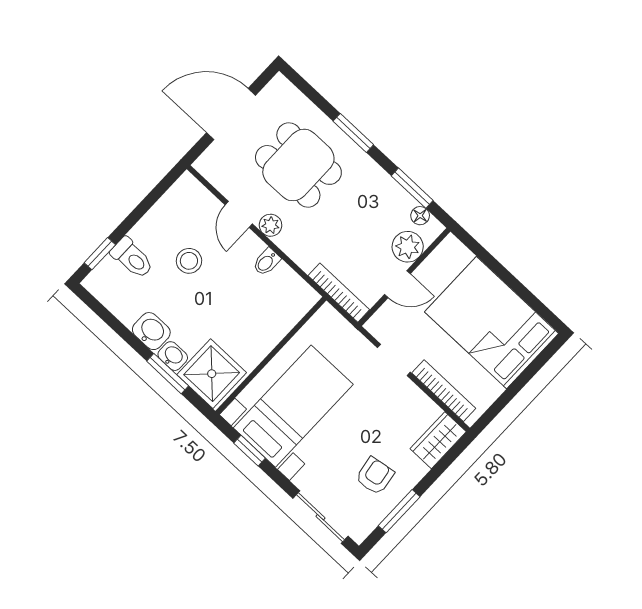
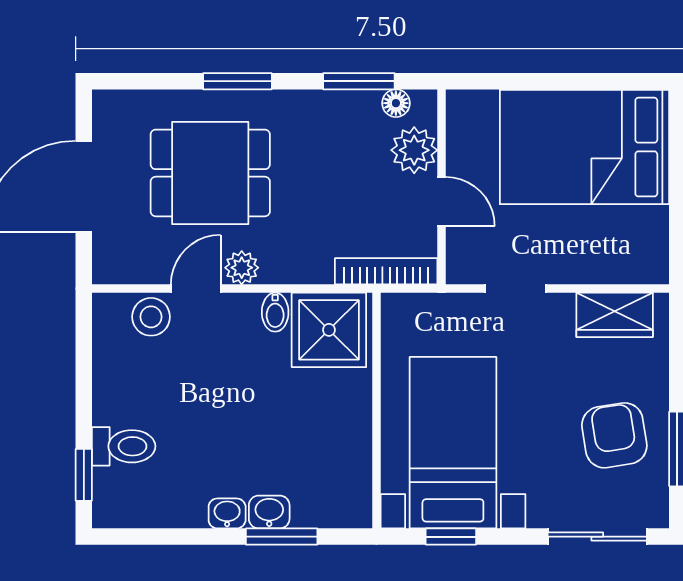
door: (239, 214) -> (196, 289), swing flipped
stool: (189, 261) -> (151, 317), moved
door: (397, 284) -> (442, 201), hinge flipped
washbasin: (151, 331) -> (227, 513), width x0.72, depth x0.69
shower: (212, 374) -> (329, 330), moved
bookcase: (444, 391) -> (602, 271), removed
wardrobe: (438, 440) -> (615, 315), moved, turned -90
armchair: (375, 476) -> (614, 435), width x1.38, depth x1.38

